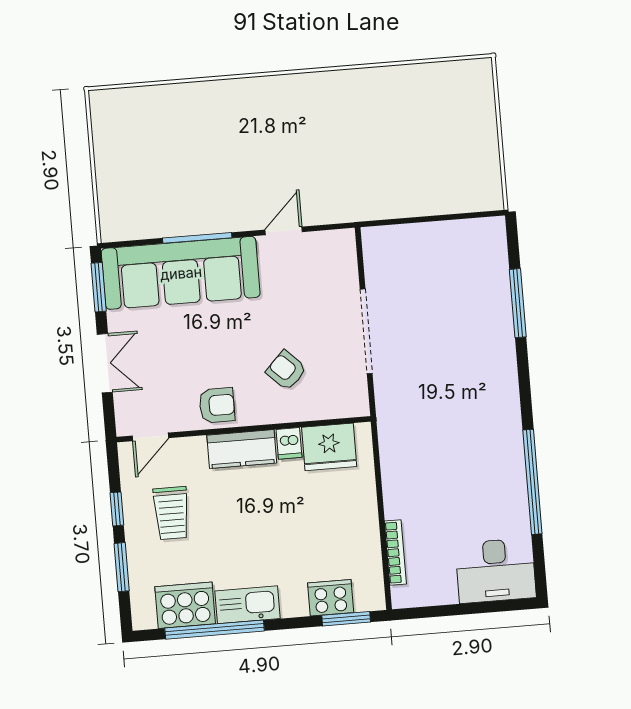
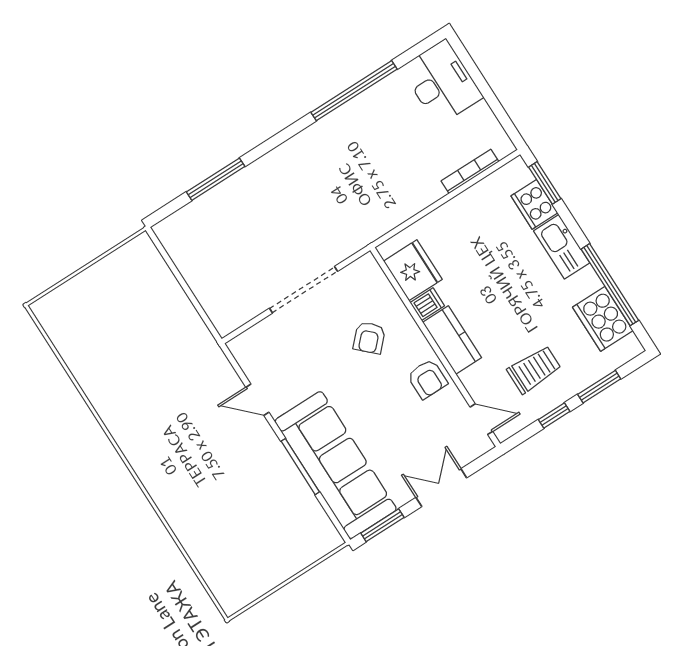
armchair: (217, 405) -> (427, 379), turned 180
kitchen sink: (248, 605) -> (562, 247), moved

